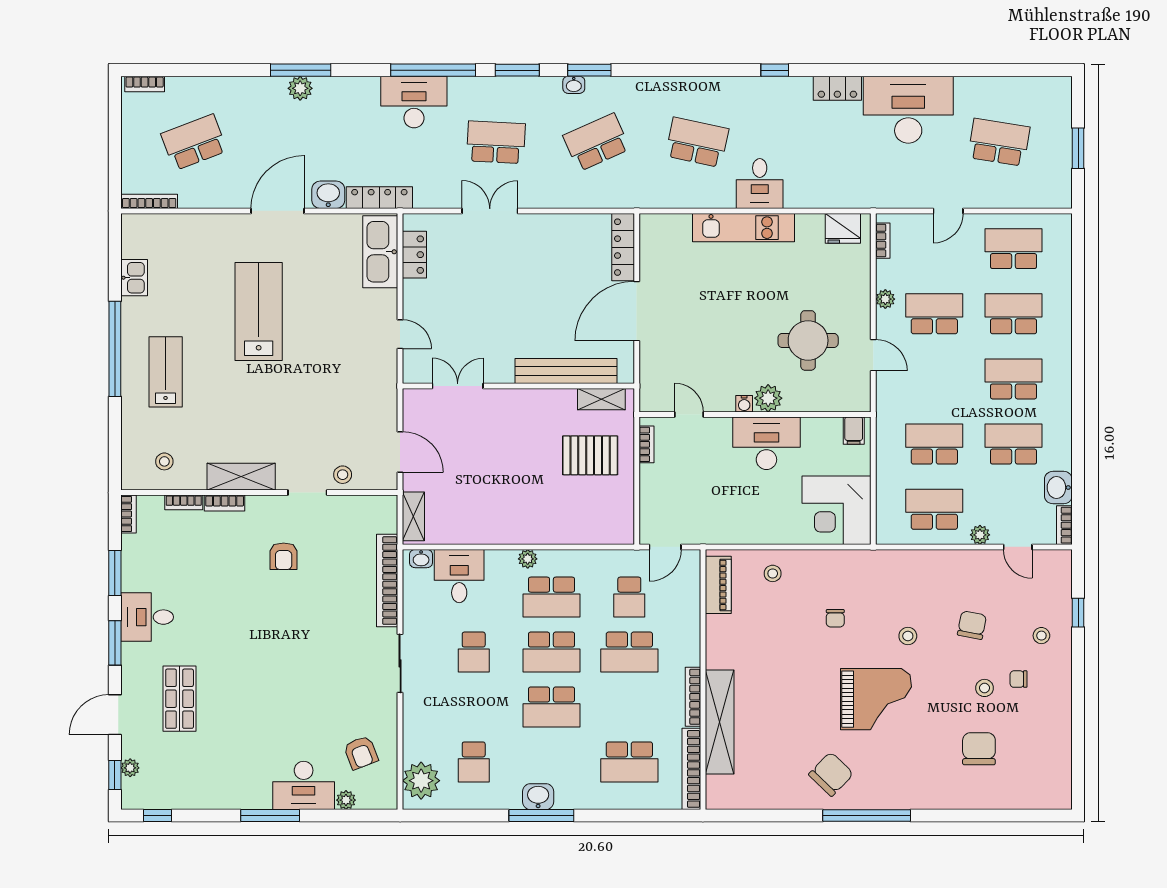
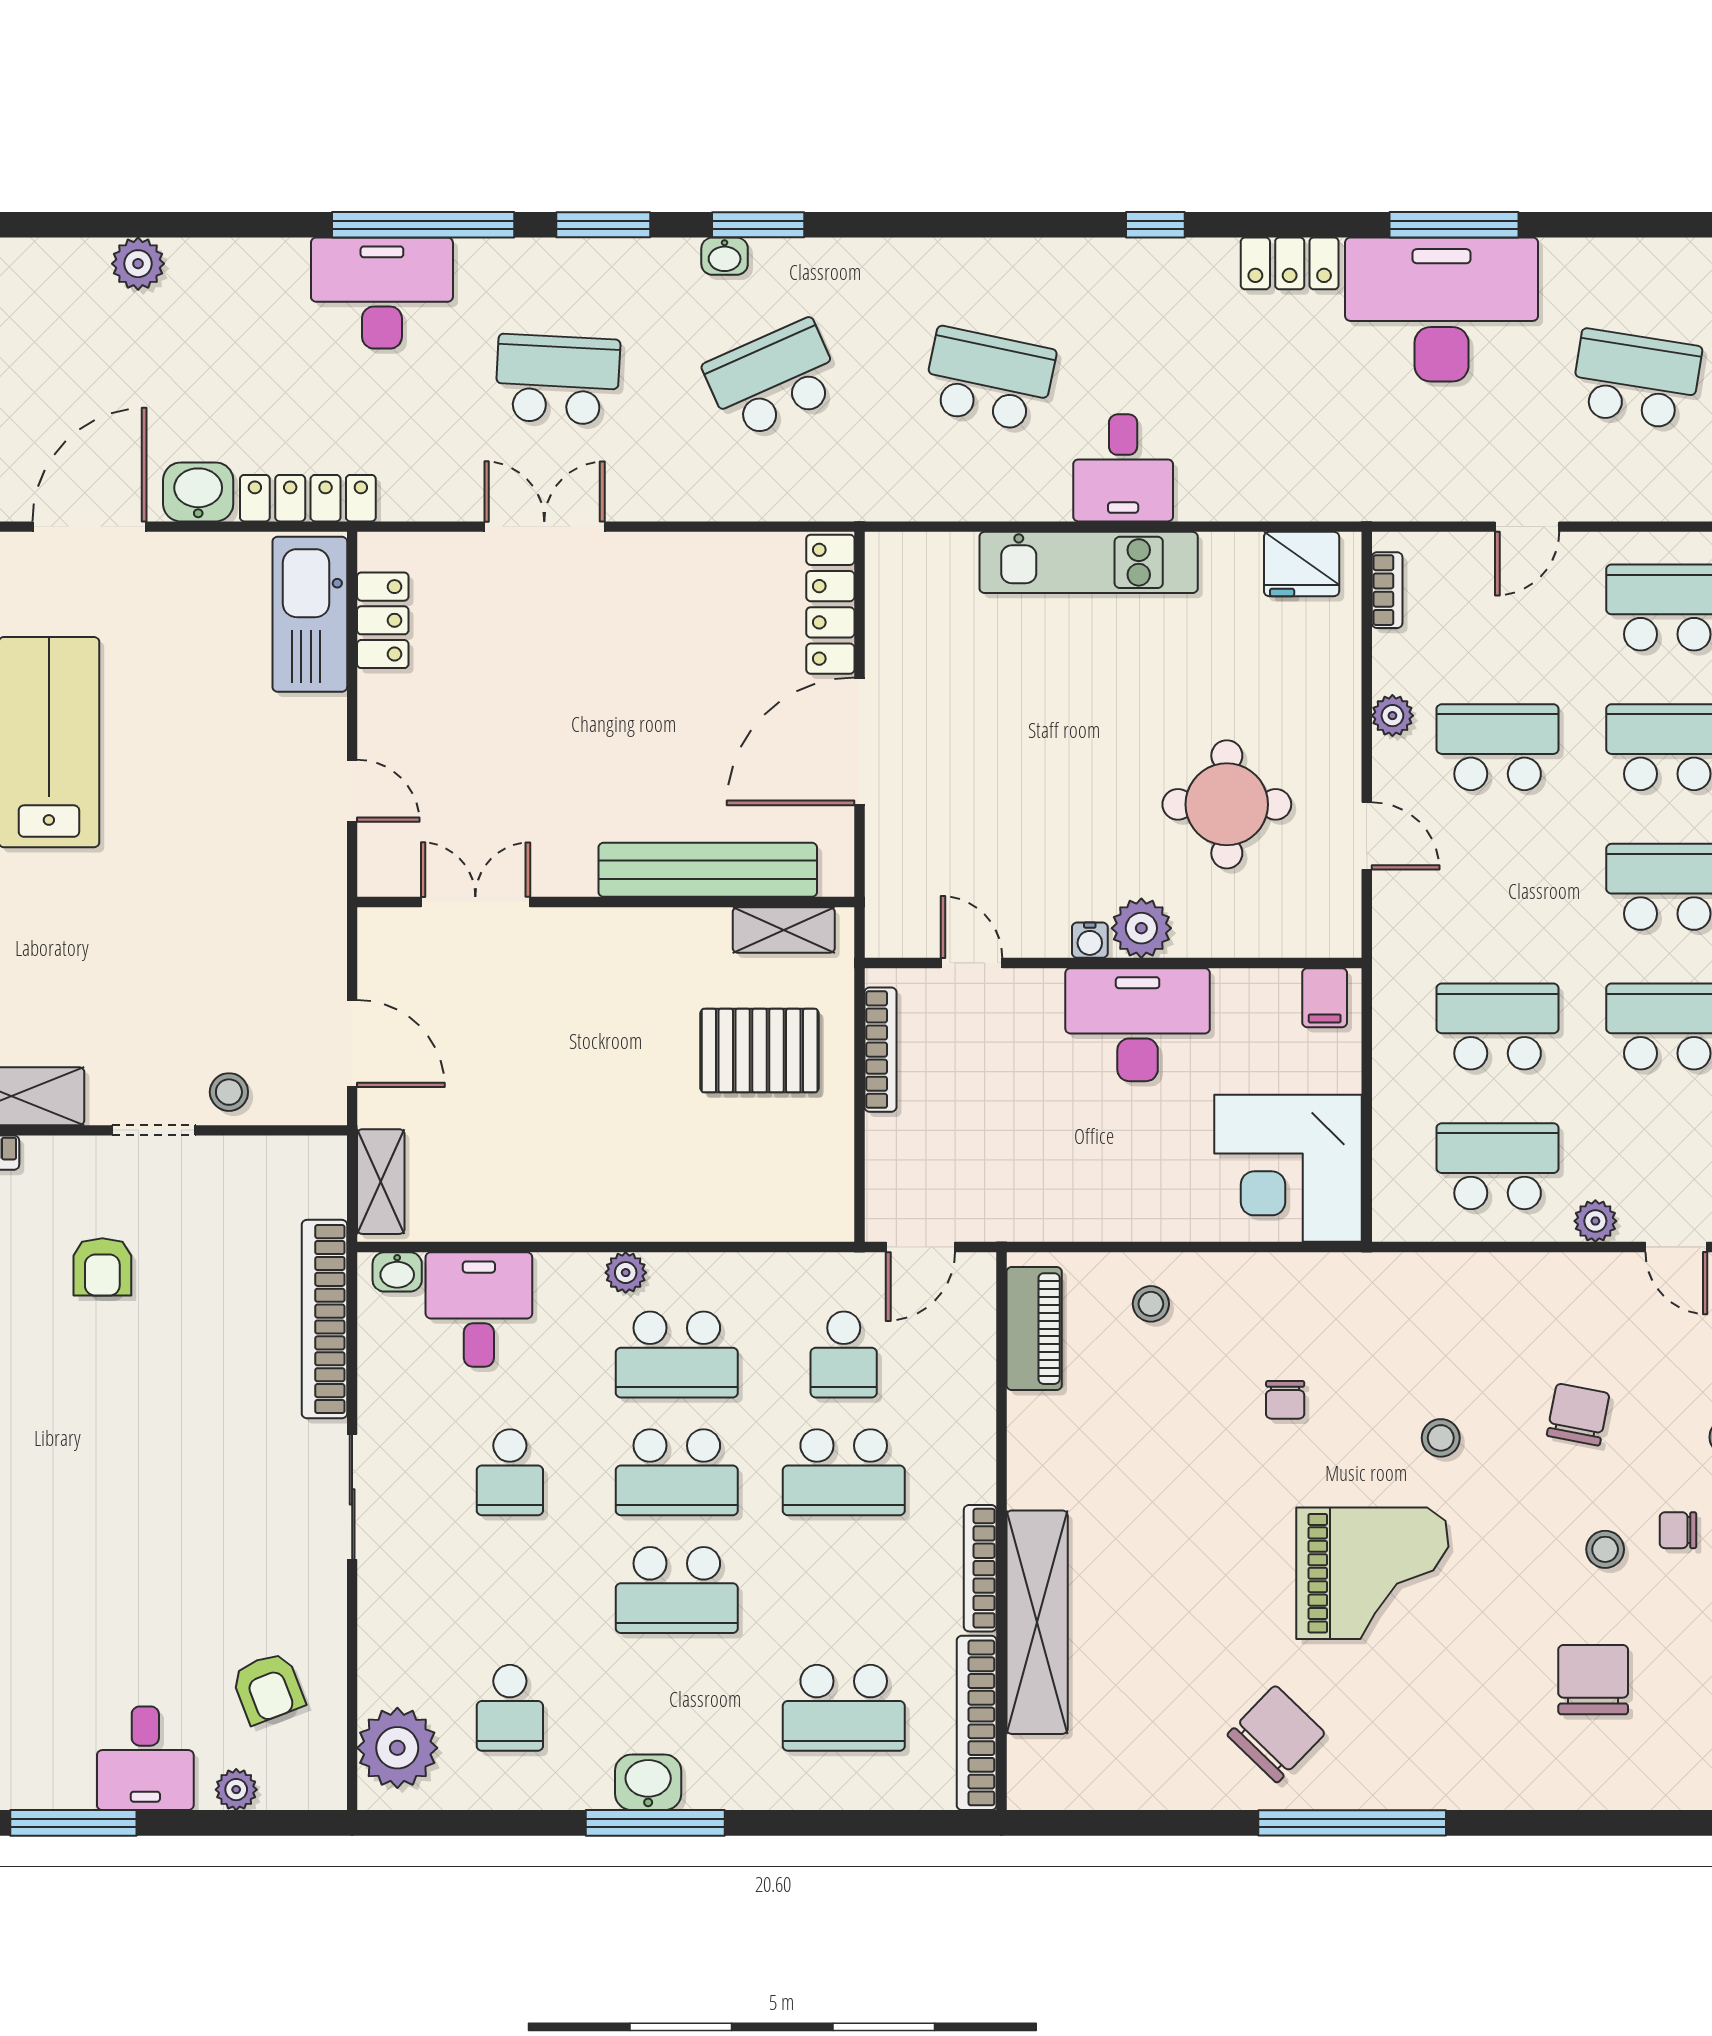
window: (301, 70) -> (1454, 225), moved
bookcase: (646, 444) -> (880, 1050), width x1.56
desk: (304, 785) -> (145, 1758), width x0.73

